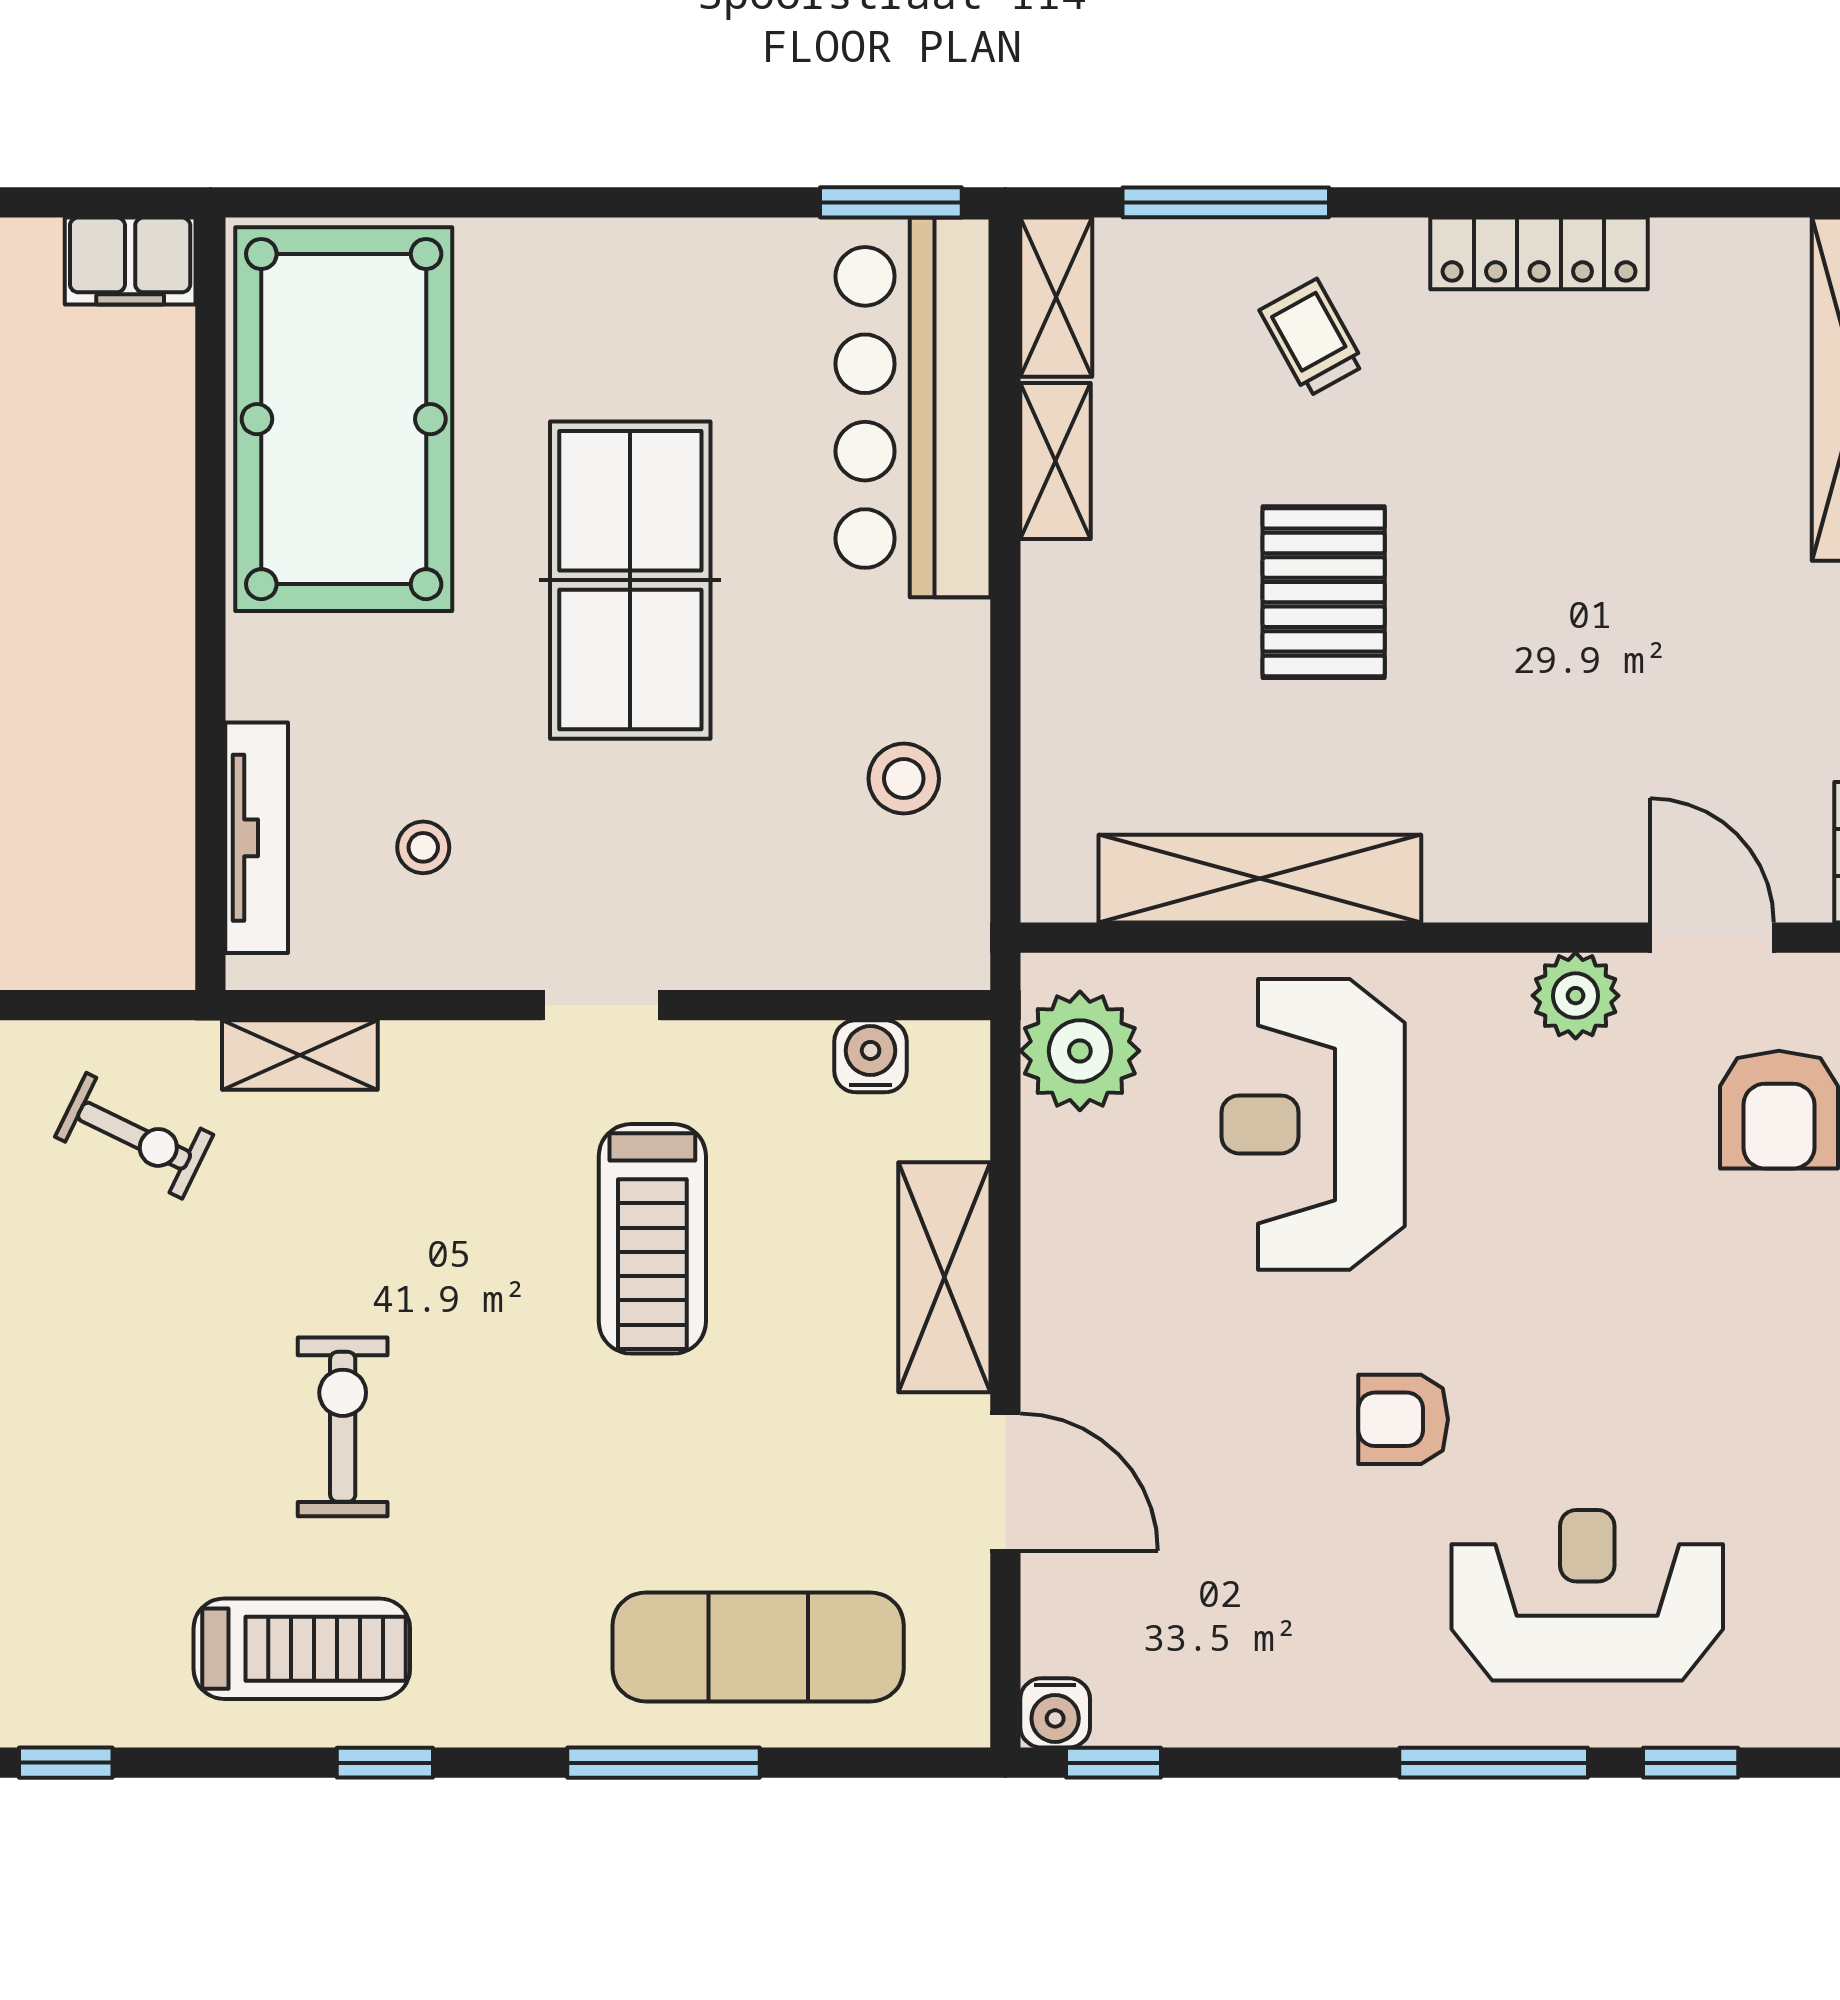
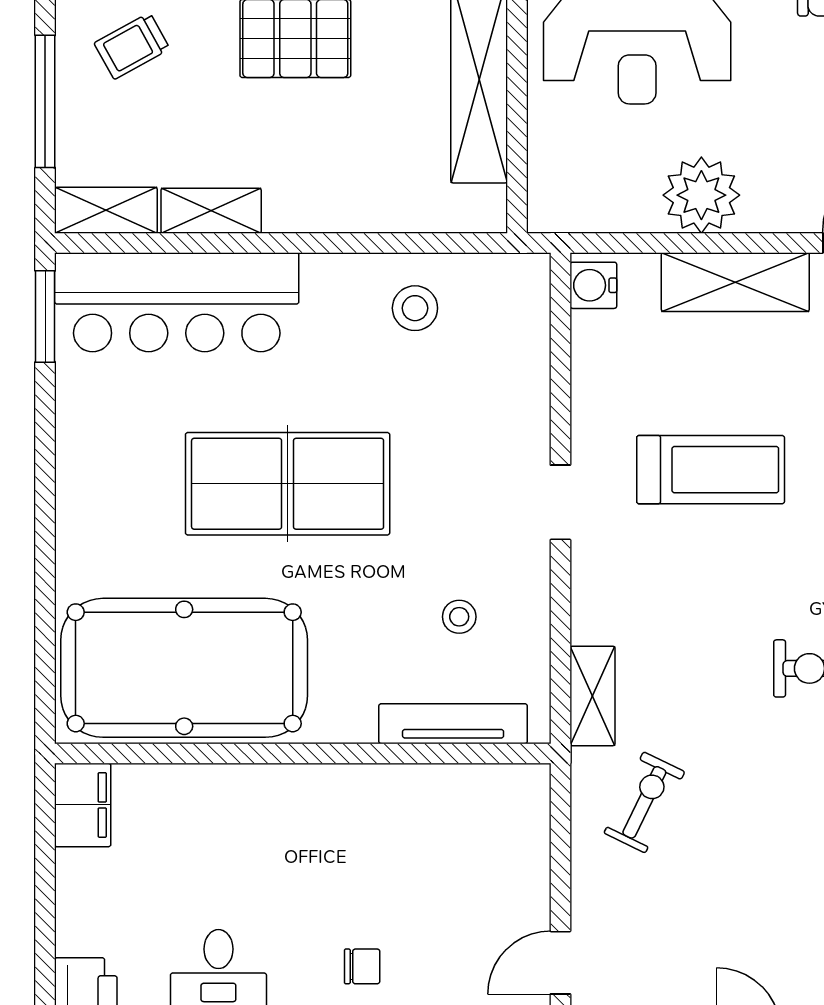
plant: (1080, 1051) -> (701, 195), moved
water cooler: (871, 1056) -> (593, 285), moved

